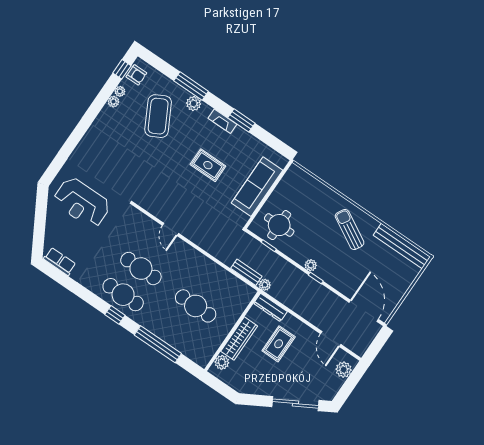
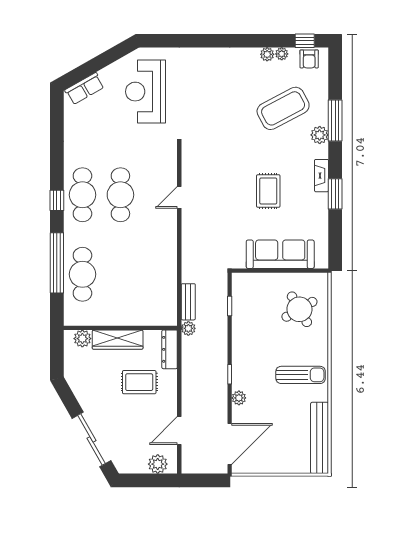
round table: (279, 225) -> (299, 309), moved, turned -30
sun lounger: (350, 229) -> (301, 375), turned 61
row of seats: (60, 261) -> (85, 89), moved, turned 60
plant: (311, 265) -> (239, 398), moved
cafe table: (196, 306) -> (82, 274), moved

